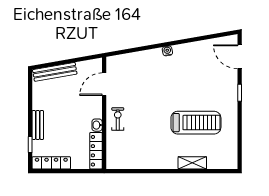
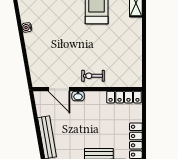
washbasin: (97, 125) -> (78, 96), moved

